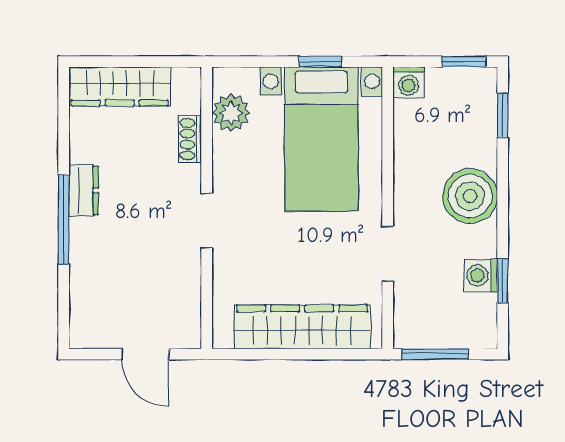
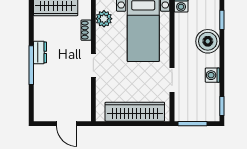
boiler: (470, 196) -> (208, 41), moved
washing machine: (481, 276) -> (212, 75), moved
window: (503, 281) -> (222, 106), moved

